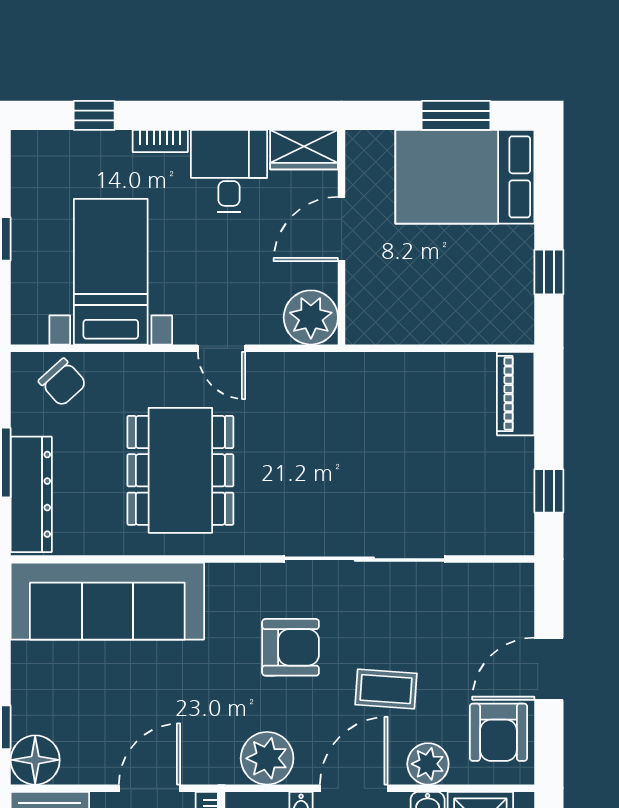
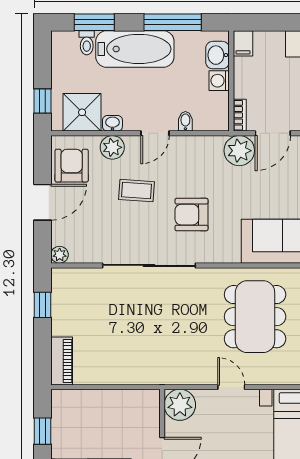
plant: (519, 578) -> (60, 255), added
plant: (267, 758) -> (239, 151), moved
door: (354, 788) -> (155, 133), width x0.73

